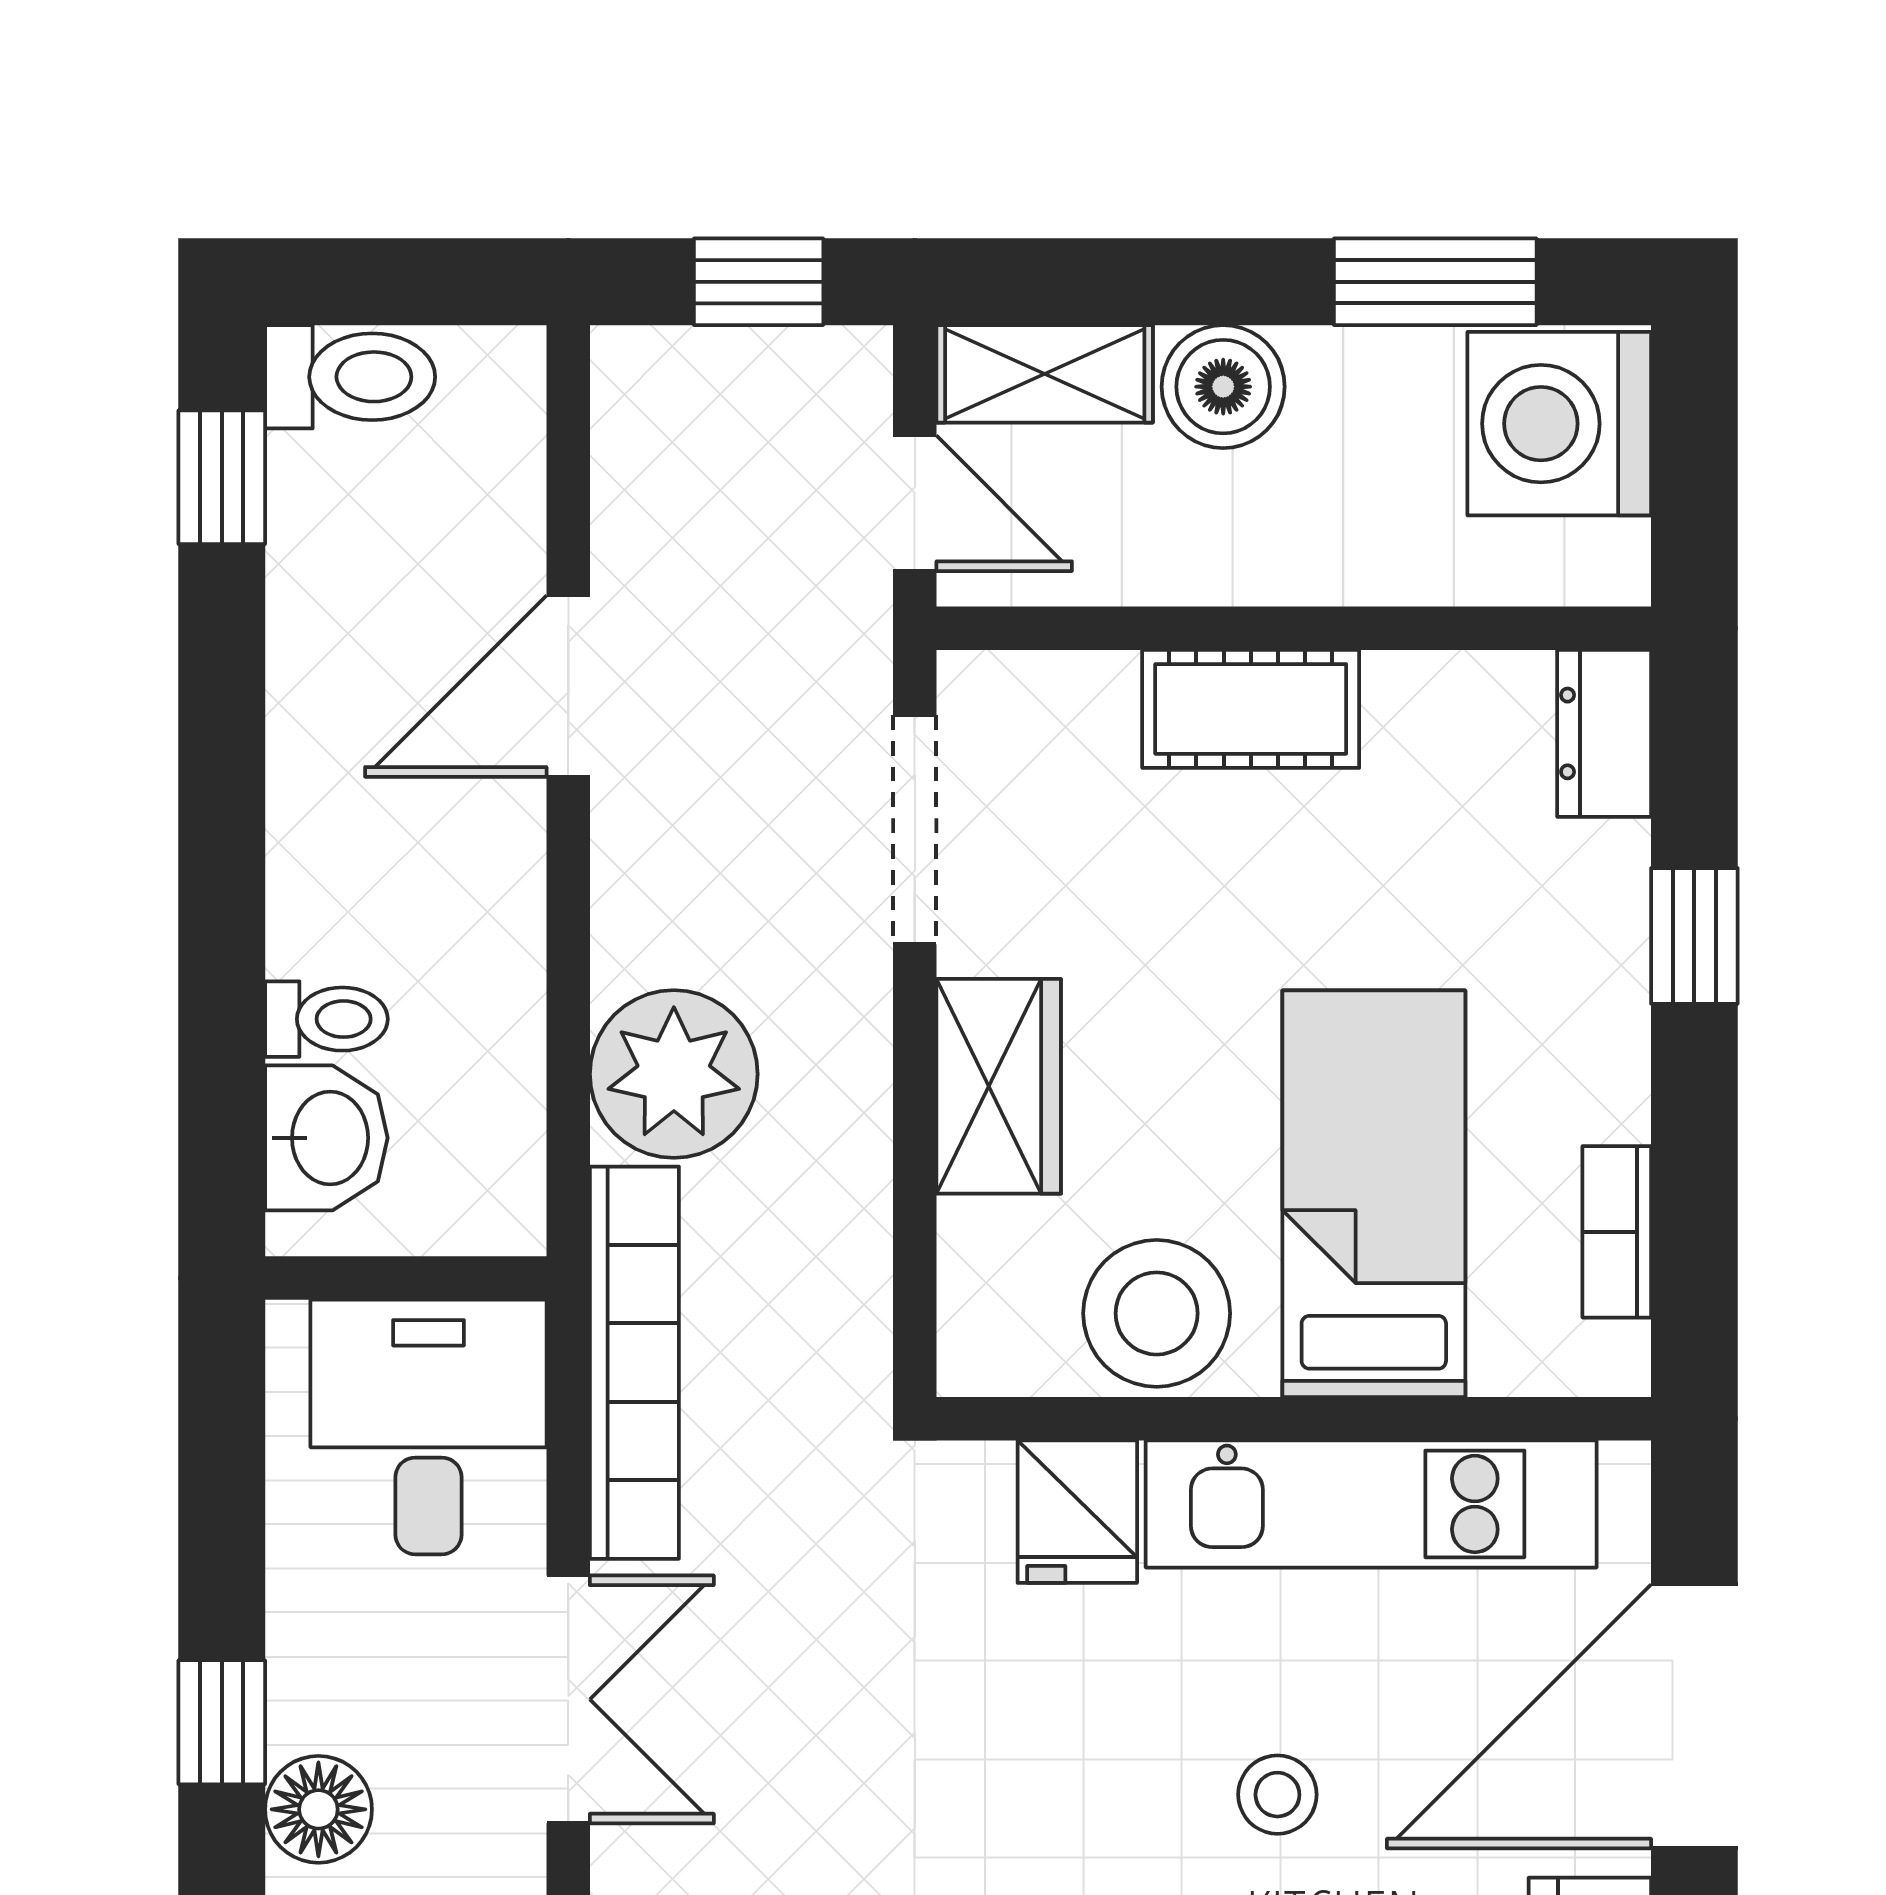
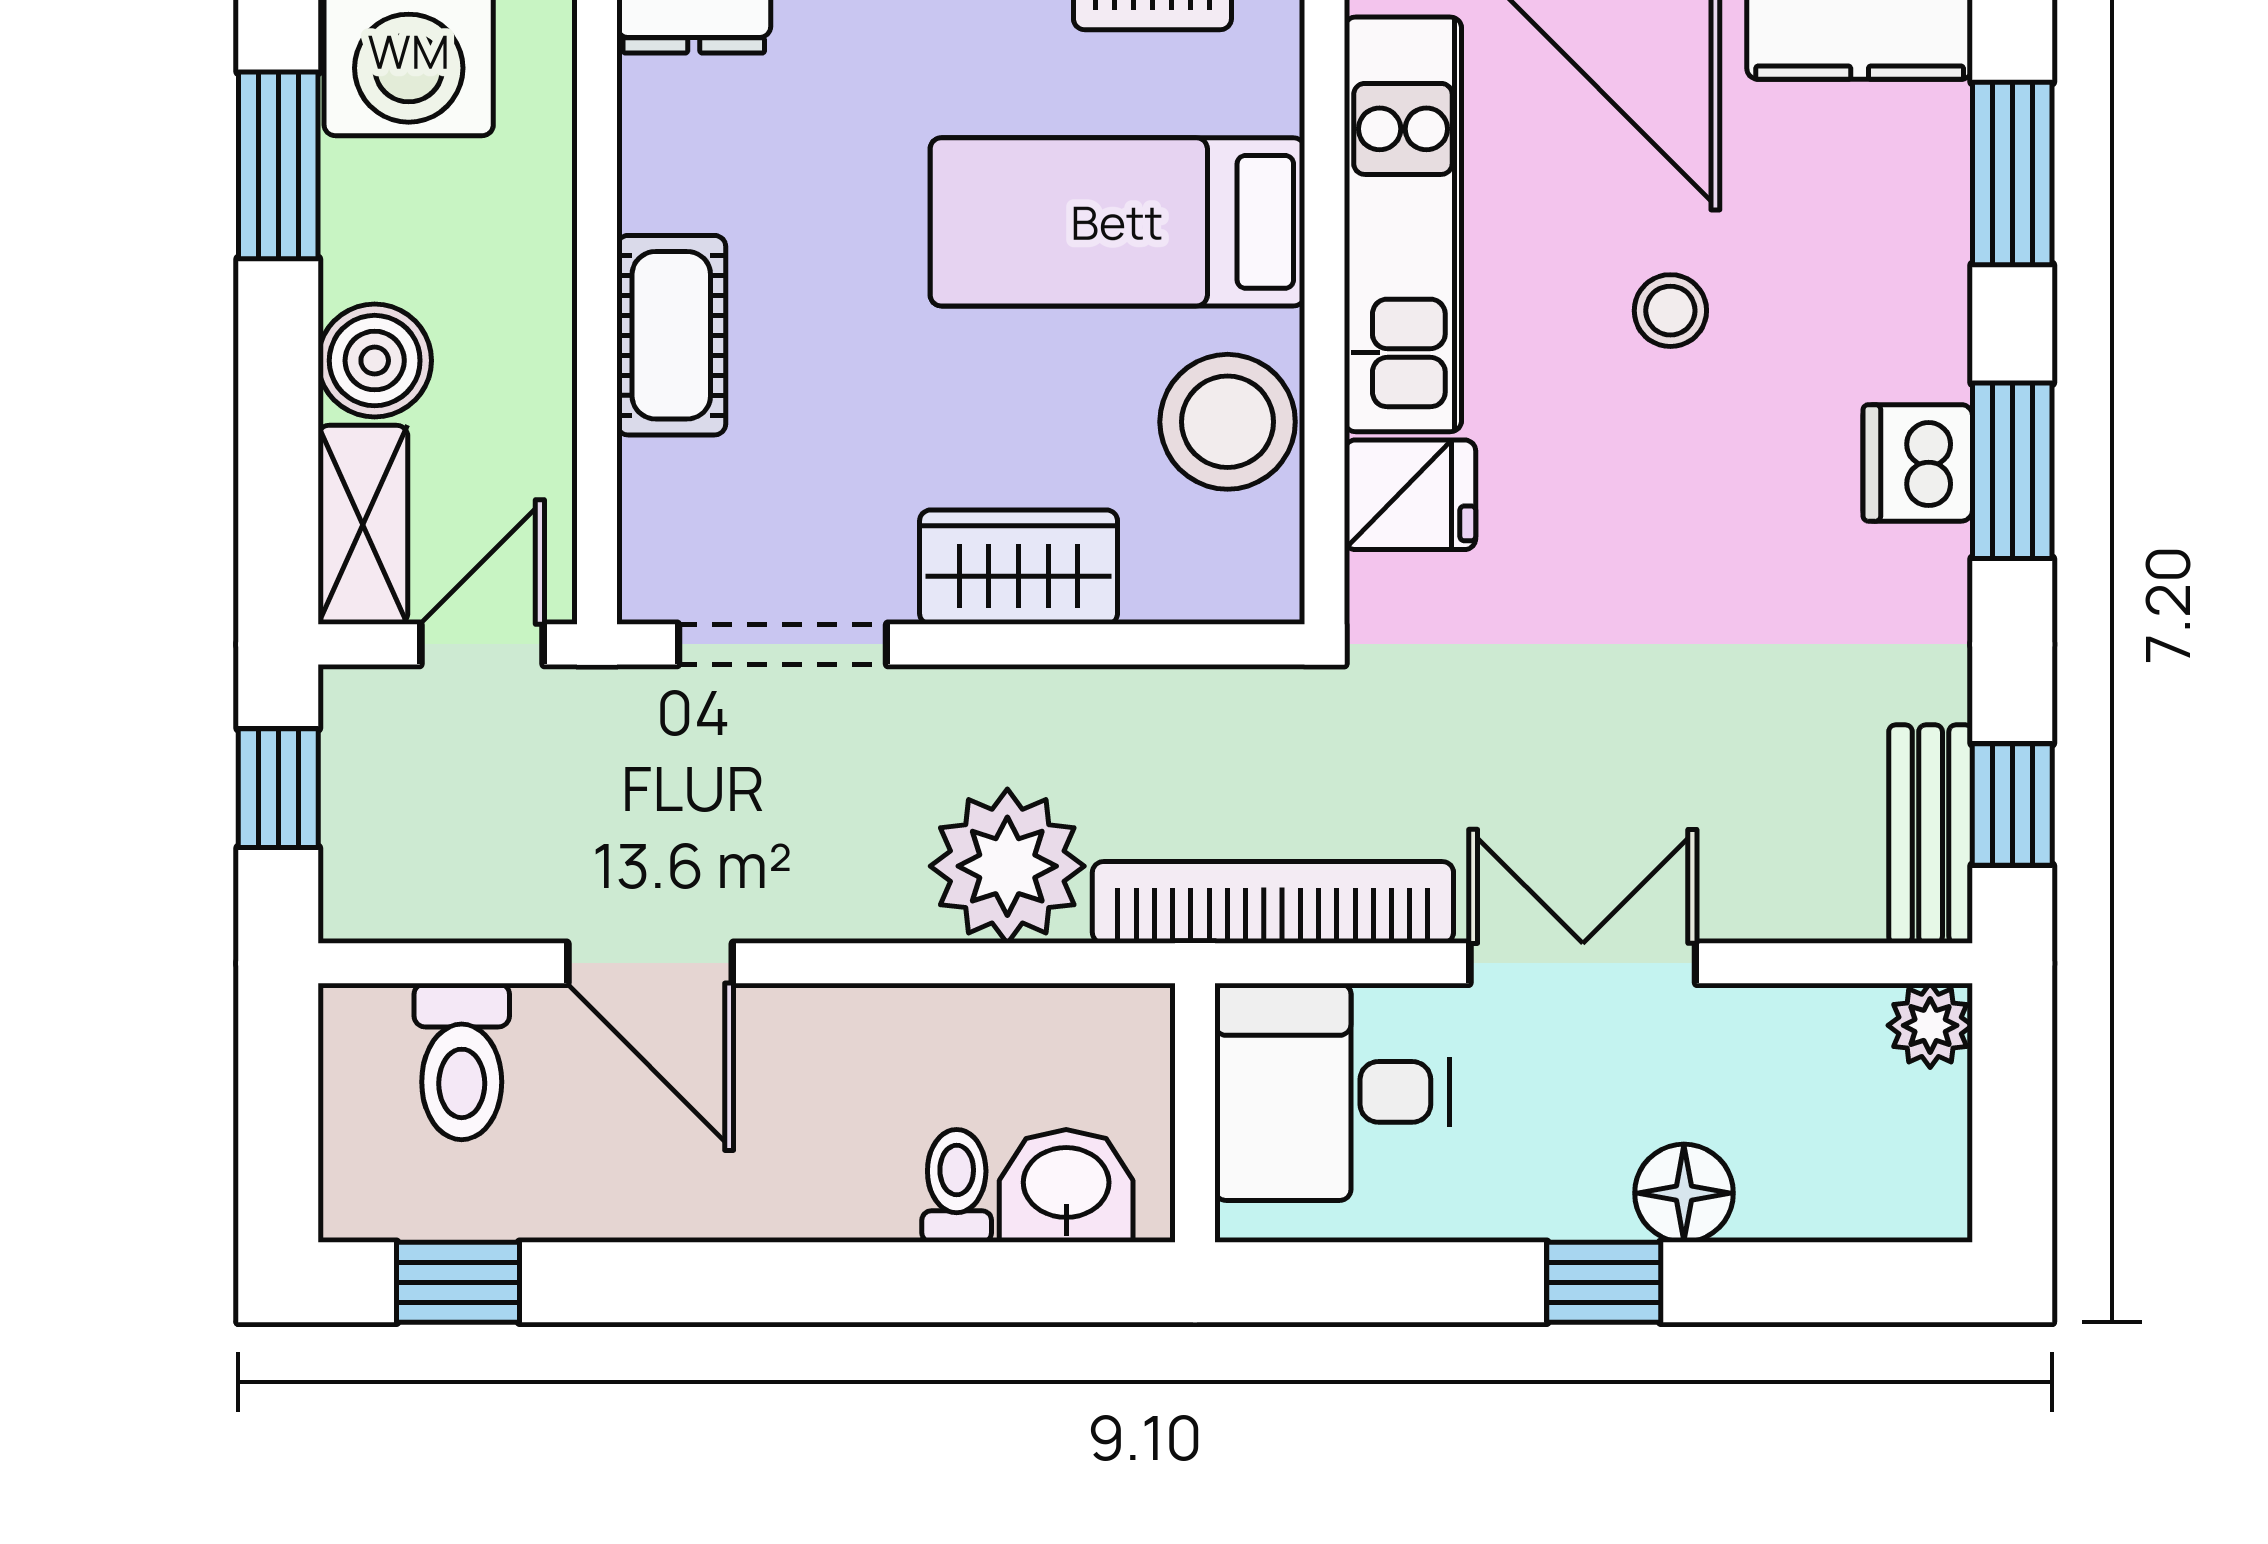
toilet: (350, 377) -> (462, 1062), moved, turned 180

